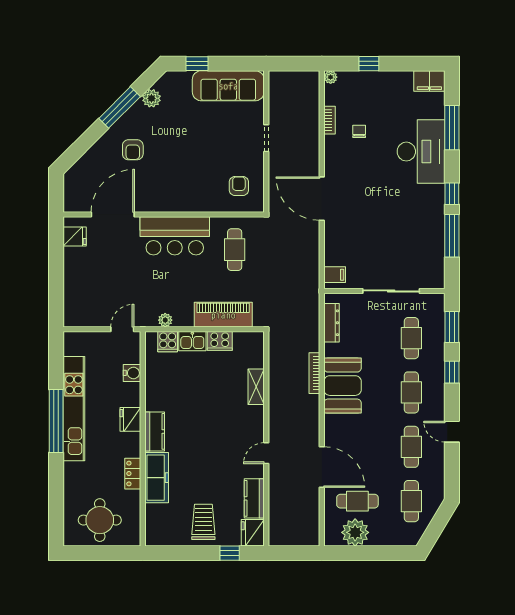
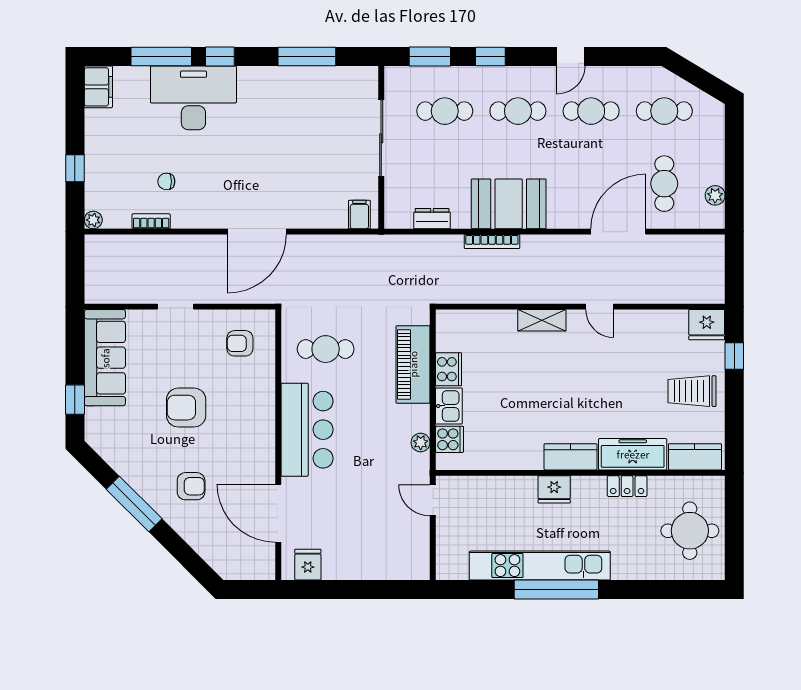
plant: (151, 98) -> (122, 461), removed
armchair: (191, 146) -> (186, 408), added
window: (452, 194) -> (220, 56), moved
dresser: (332, 323) -> (432, 219), width x0.70
water cooler: (132, 373) -> (492, 487), removed
shelving: (256, 387) -> (542, 320), moved
kitchen counter: (254, 498) -> (695, 457), moved, turned 180
plant: (355, 532) -> (715, 195), width x0.53, depth x0.53

